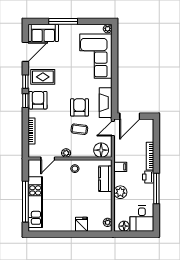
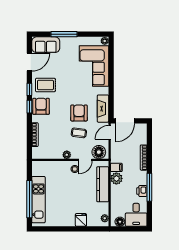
door: (48, 159) -> (85, 160), moved
printer: (148, 177) -> (142, 191), moved
kitchen counter: (105, 179) -> (103, 184), width x1.50
plant: (120, 192) -> (116, 178), moved

